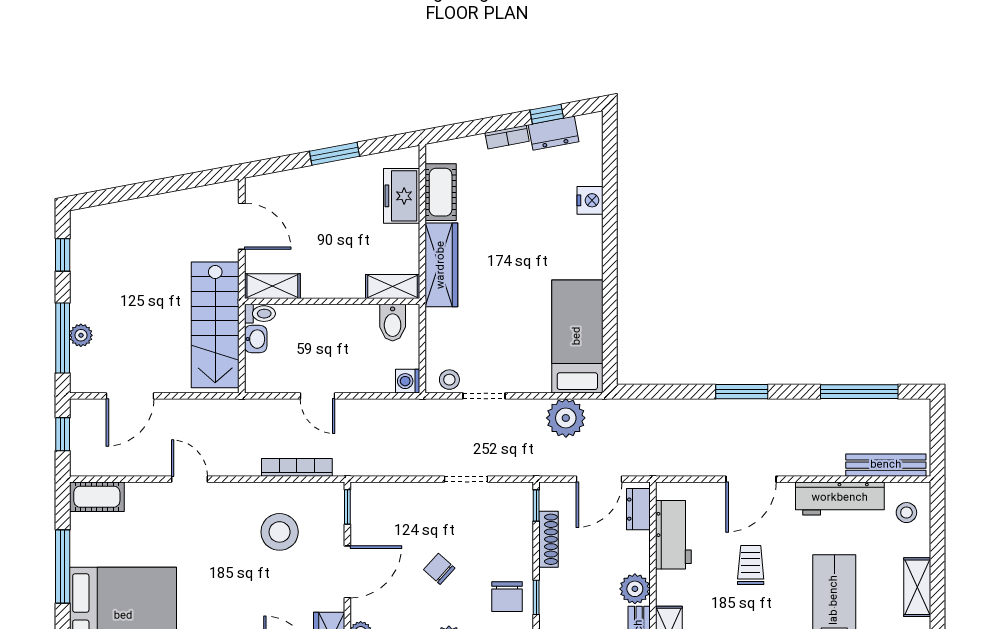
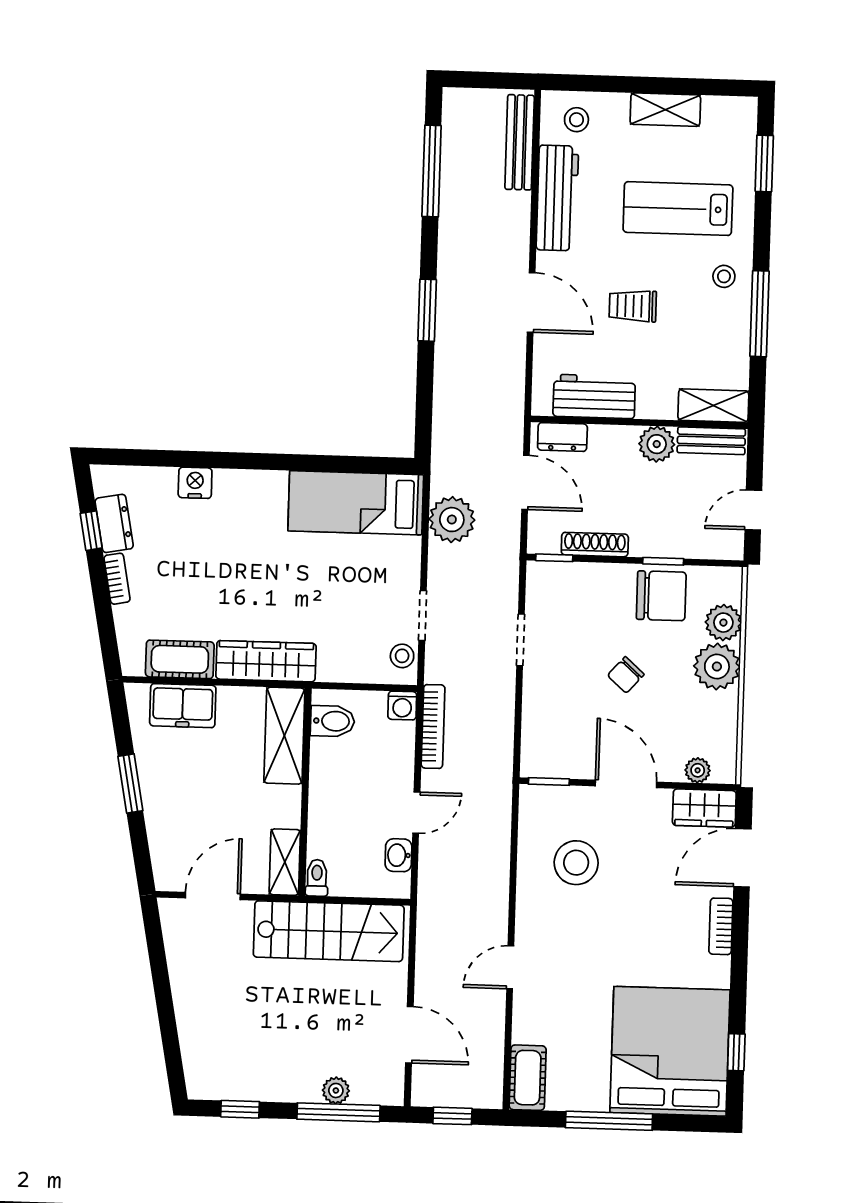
shelving: (393, 286) -> (284, 736), width x1.50, depth x1.33
washbasin: (256, 339) -> (399, 855), moved, turned -90
bookcase: (297, 467) -> (433, 726), moved, turned 180
chair: (507, 597) -> (661, 596), width x1.37, depth x1.37

